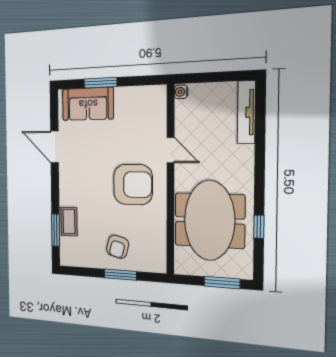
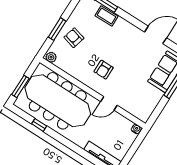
armchair: (133, 185) -> (104, 70), width x0.53, depth x0.53
meeting table: (210, 220) -> (58, 101), width x1.36
plant: (159, 262) -> (51, 57), added

